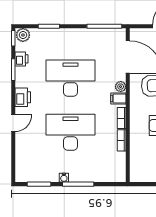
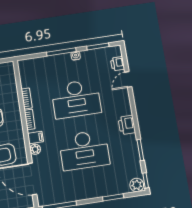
printer: (22, 59) -> (118, 64), moved
door: (13, 123) -> (128, 79), moved

